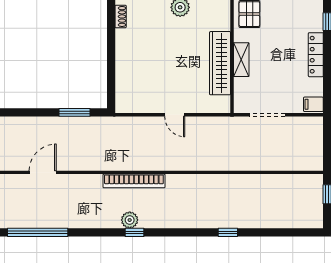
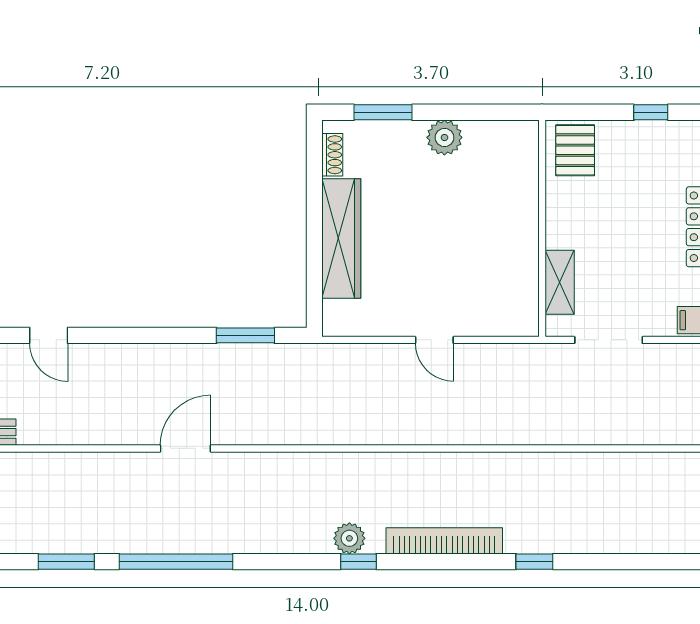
shelving: (241, 60) -> (560, 282), moved
wardrobe: (220, 63) -> (341, 238), moved, turned 180
bookcase: (134, 181) -> (444, 541), moved, turned 180

